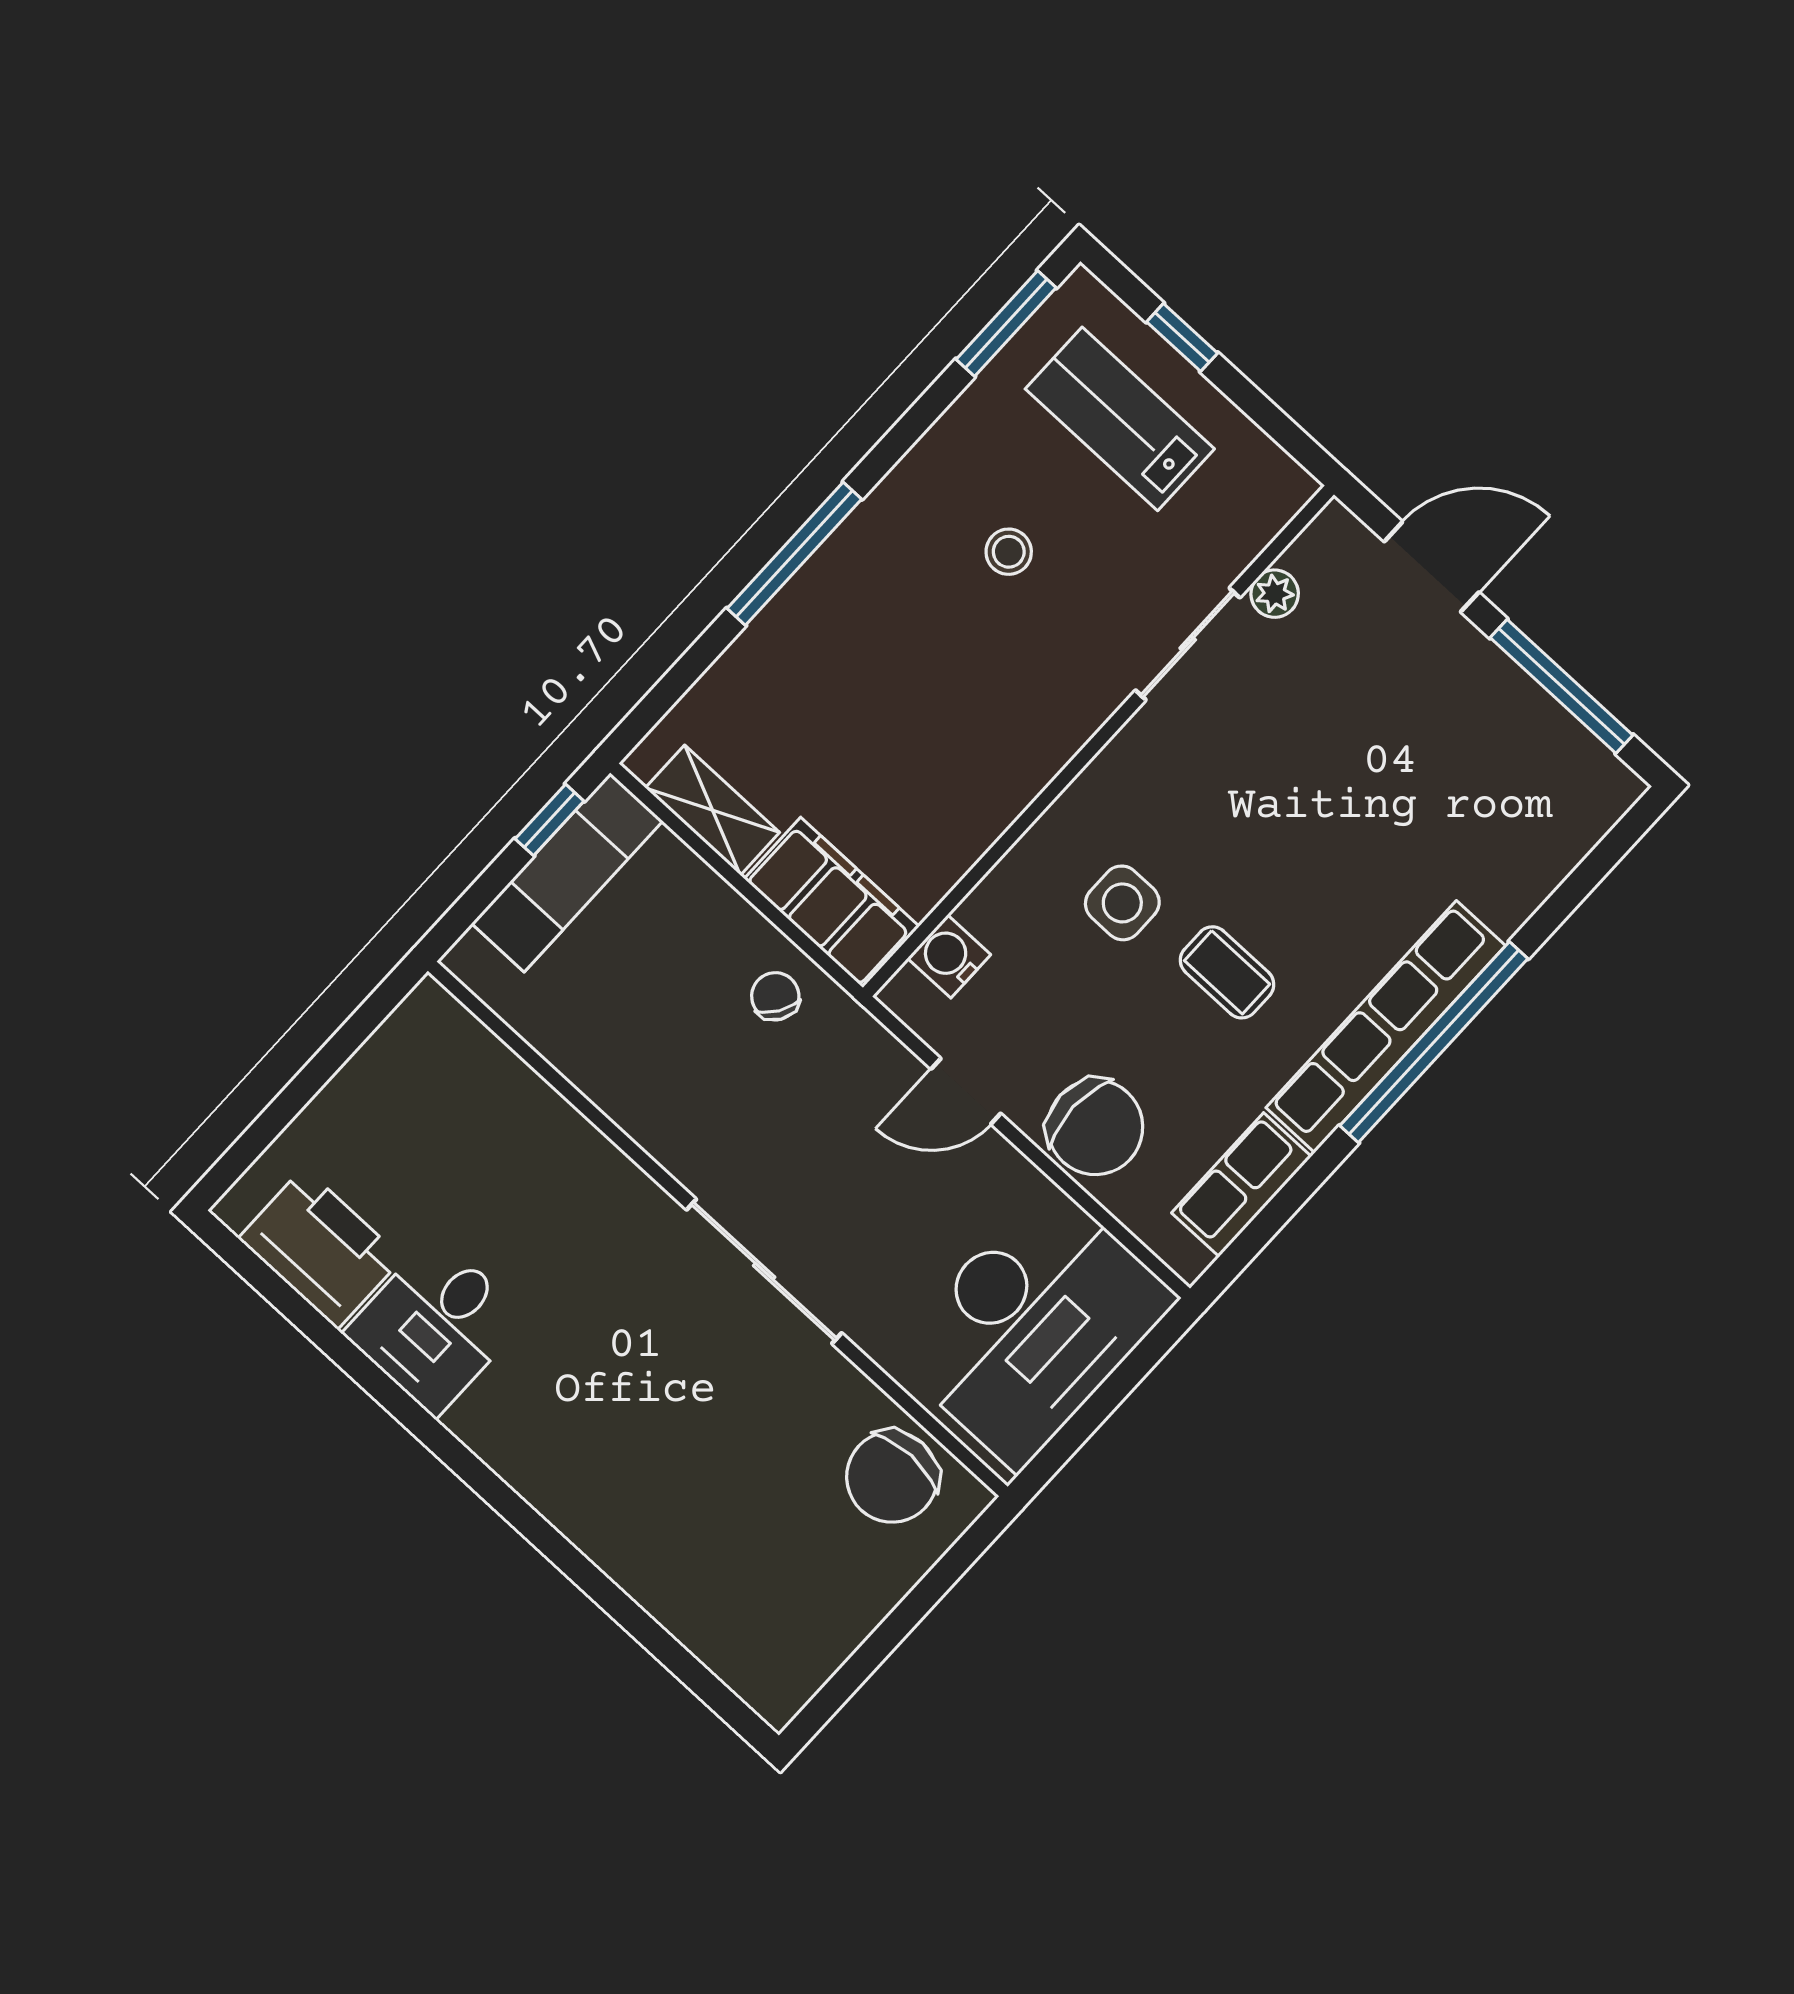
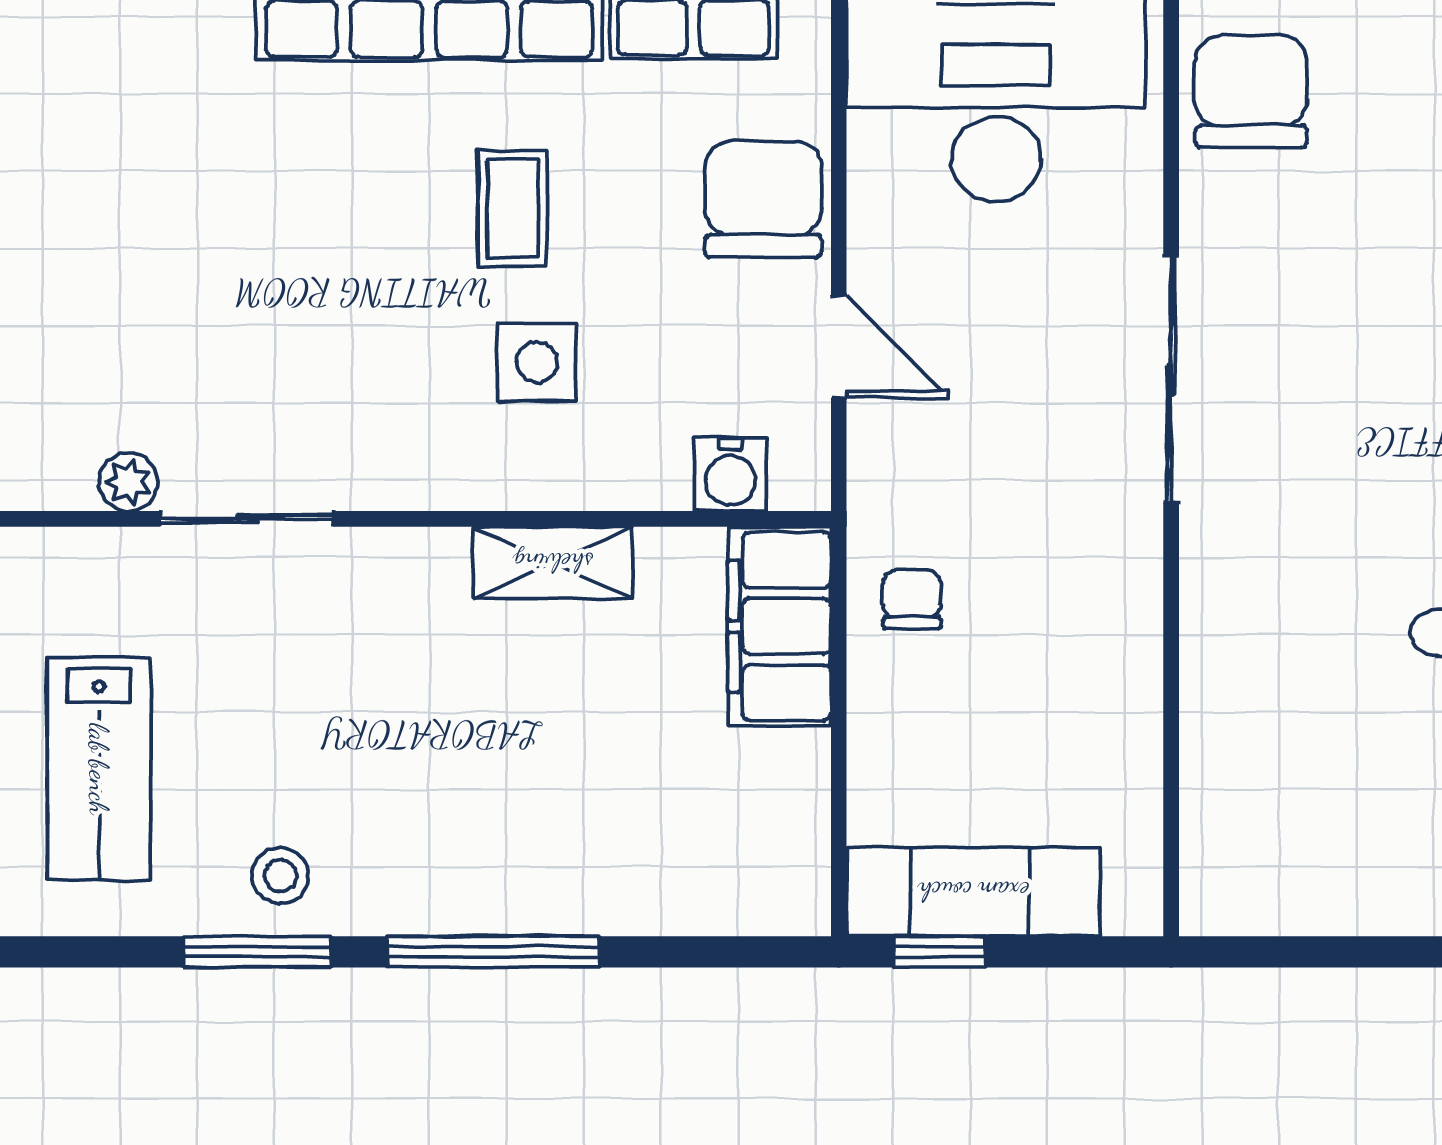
window: (1006, 323) -> (257, 952), moved
stool: (1009, 552) -> (281, 876), moved
shelving: (712, 810) -> (553, 563), moved, turned 90
chair: (775, 996) -> (912, 599), turned 147
chair: (892, 1477) -> (1251, 92), turned -90

